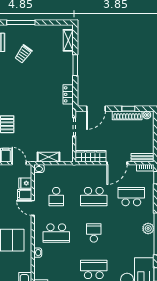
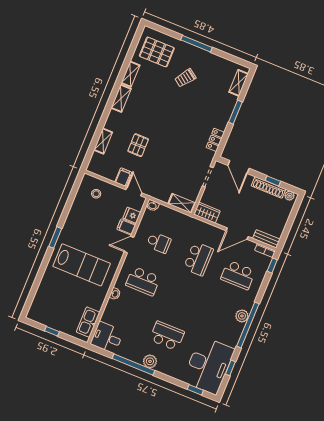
door: (96, 109) -> (238, 167), hinge flipped
wardrobe: (91, 156) -> (207, 213), width x0.67
shelving: (49, 157) -> (182, 203), moved
school desk: (56, 197) -> (159, 243), turned -90
school desk: (94, 197) -> (198, 259), turned -90
school desk: (131, 197) -> (238, 275), turned 180
door: (33, 208) -> (129, 244), hinge flipped
school desk: (94, 233) -> (183, 297), removed

